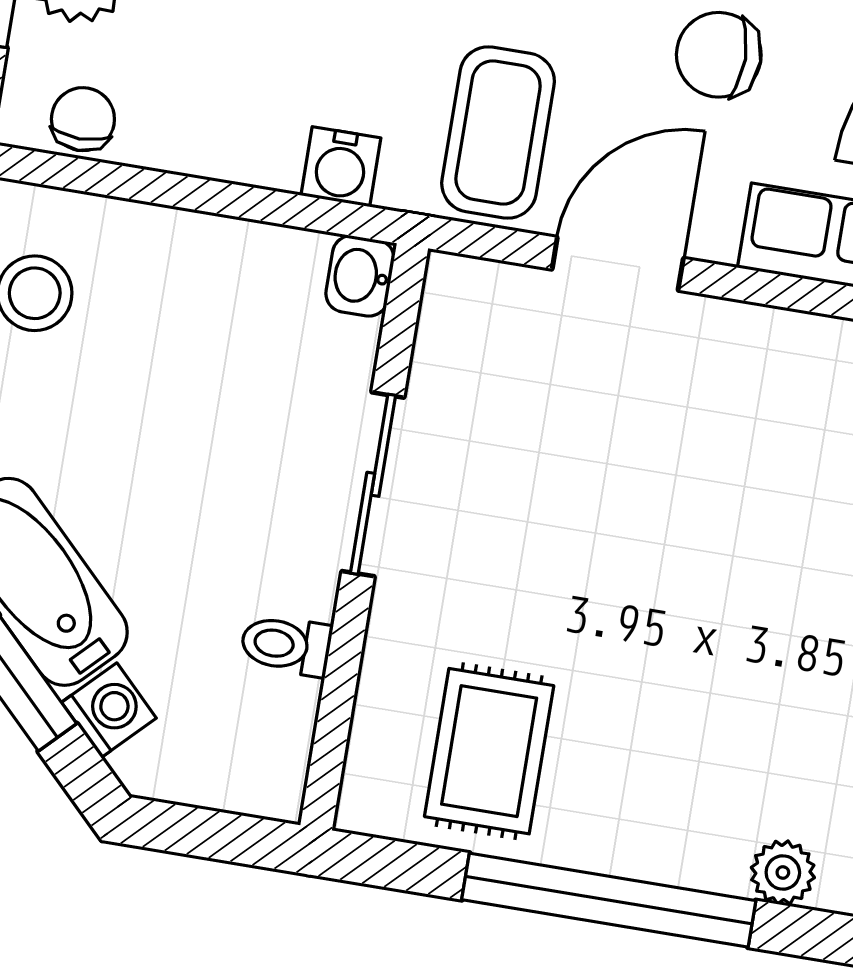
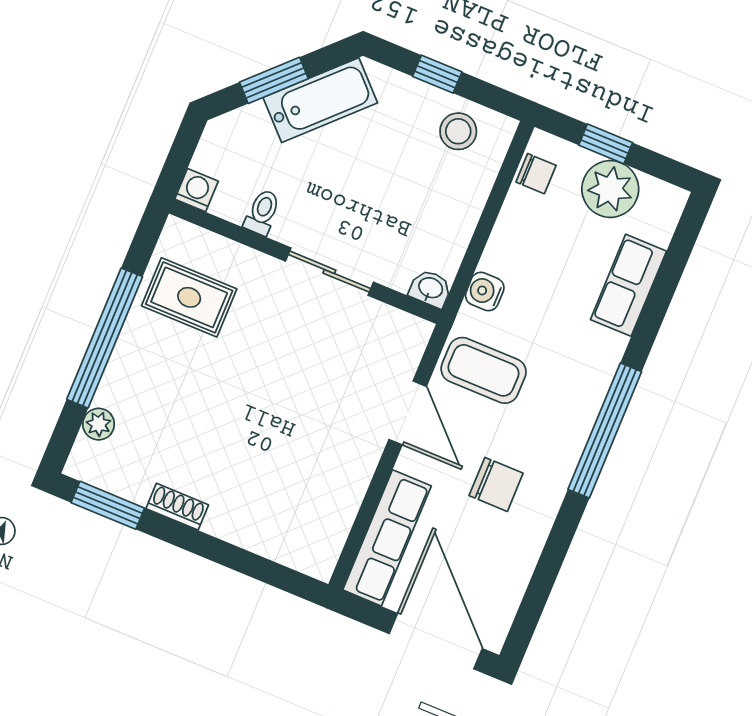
chair: (719, 55) -> (496, 484), turned 90
washing machine: (109, 710) -> (197, 190), moved, turned -135

